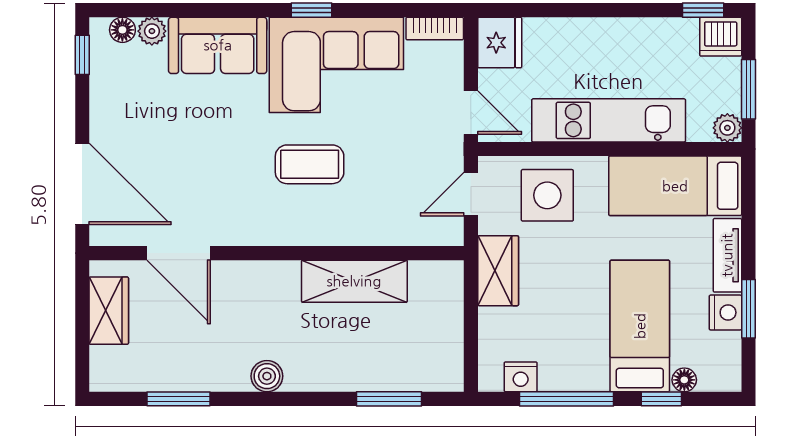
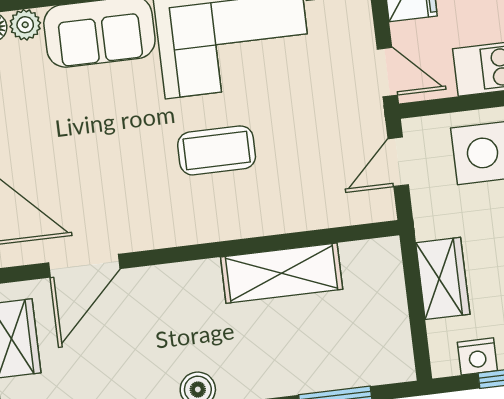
door: (179, 253) -> (84, 266), hinge flipped
wardrobe: (498, 271) -> (443, 278), moved

